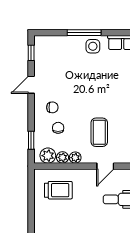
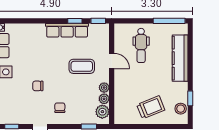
chair: (58, 128) -> (38, 86), moved
trolley: (58, 190) -> (151, 107), moved, turned 68

